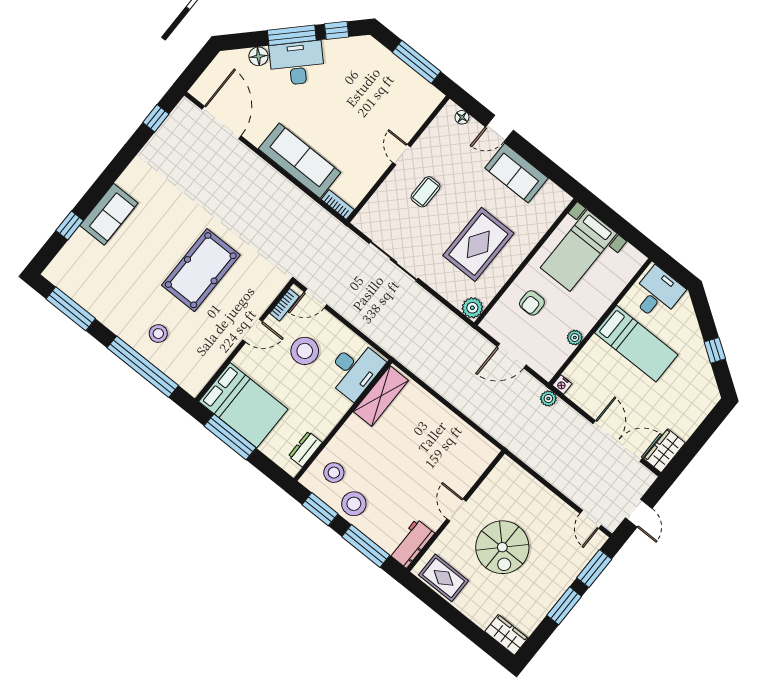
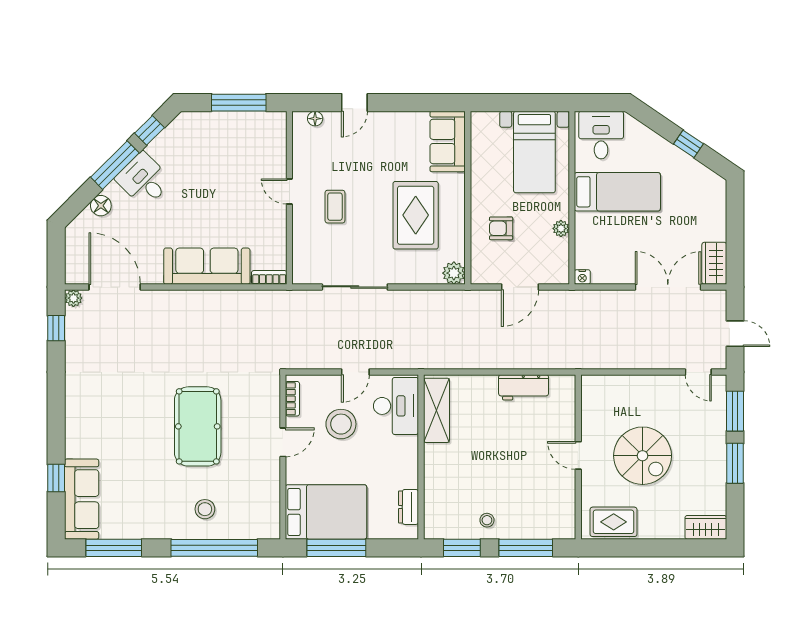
desk: (297, 63) -> (144, 180), width x0.73
sofa: (516, 173) -> (448, 141), moved, turned 90
sofa: (109, 214) -> (82, 499), moved, width x1.36
bed with nightstands: (579, 250) -> (534, 152), moved
door: (316, 298) -> (355, 372), moved
armchair: (532, 303) -> (501, 228), turned 90
plant: (548, 399) -> (73, 298), moved
stool: (334, 473) -> (449, 507), removed
stool: (354, 504) -> (487, 520), width x0.53, depth x0.53
workbench: (411, 543) -> (524, 387), moved, turned -90

